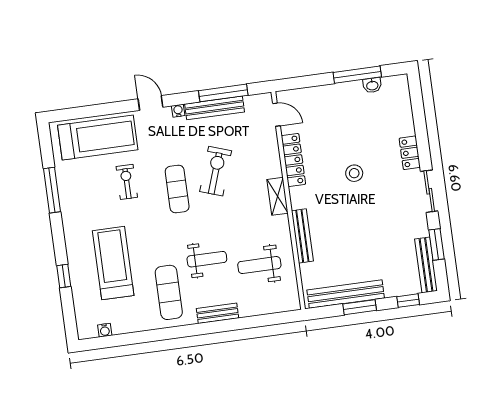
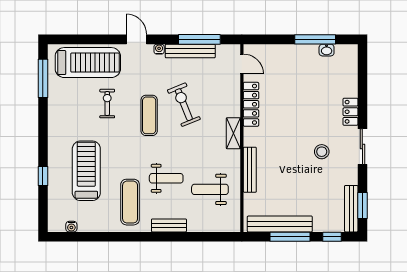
exercise bike: (216, 171) -> (184, 105), turned -41
stool: (354, 173) -> (322, 152), moved
window: (52, 190) -> (43, 78), moved
window: (436, 244) -> (362, 205), moved
window: (360, 307) -> (290, 237), width x1.44

